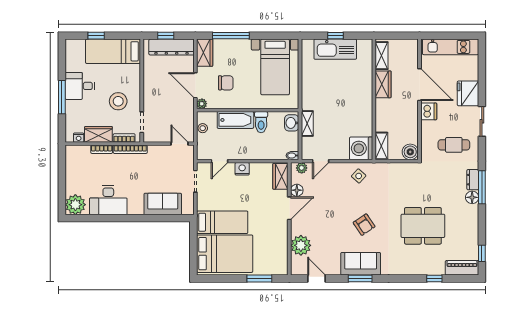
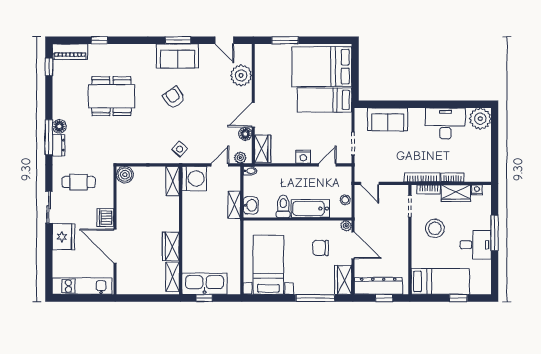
shelving: (382, 56) -> (172, 277), moved
wardrobe: (383, 84) -> (171, 246), moved
wall: (374, 99) -> (181, 230), moved
shelving: (381, 146) -> (173, 181), moved
washing machine: (361, 148) -> (194, 178), moved

